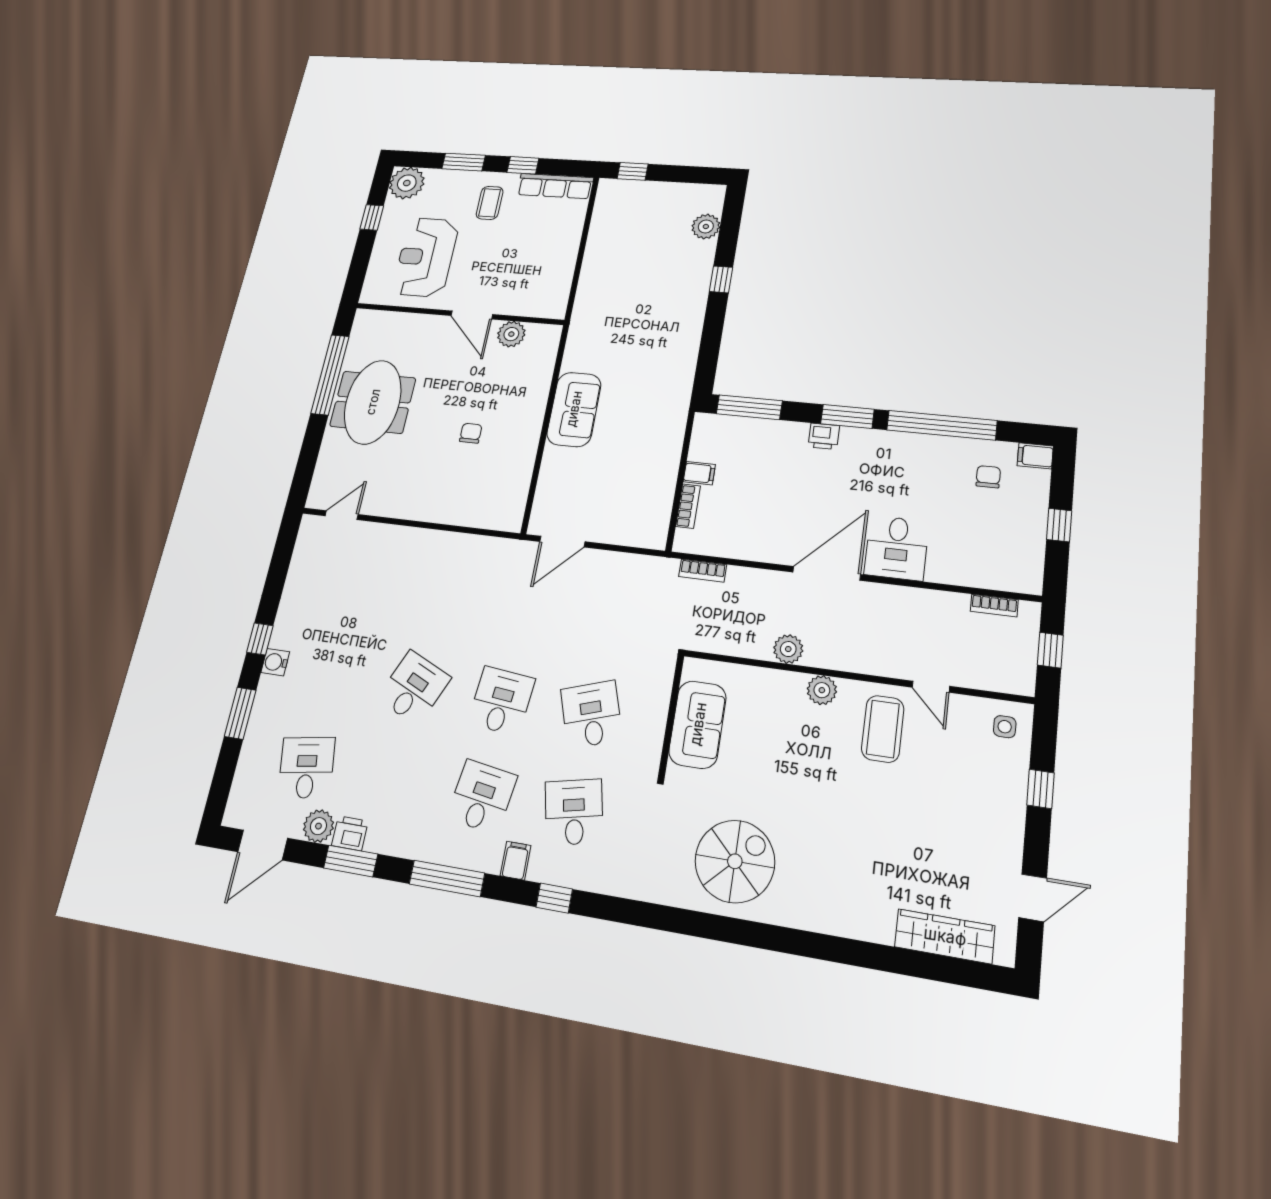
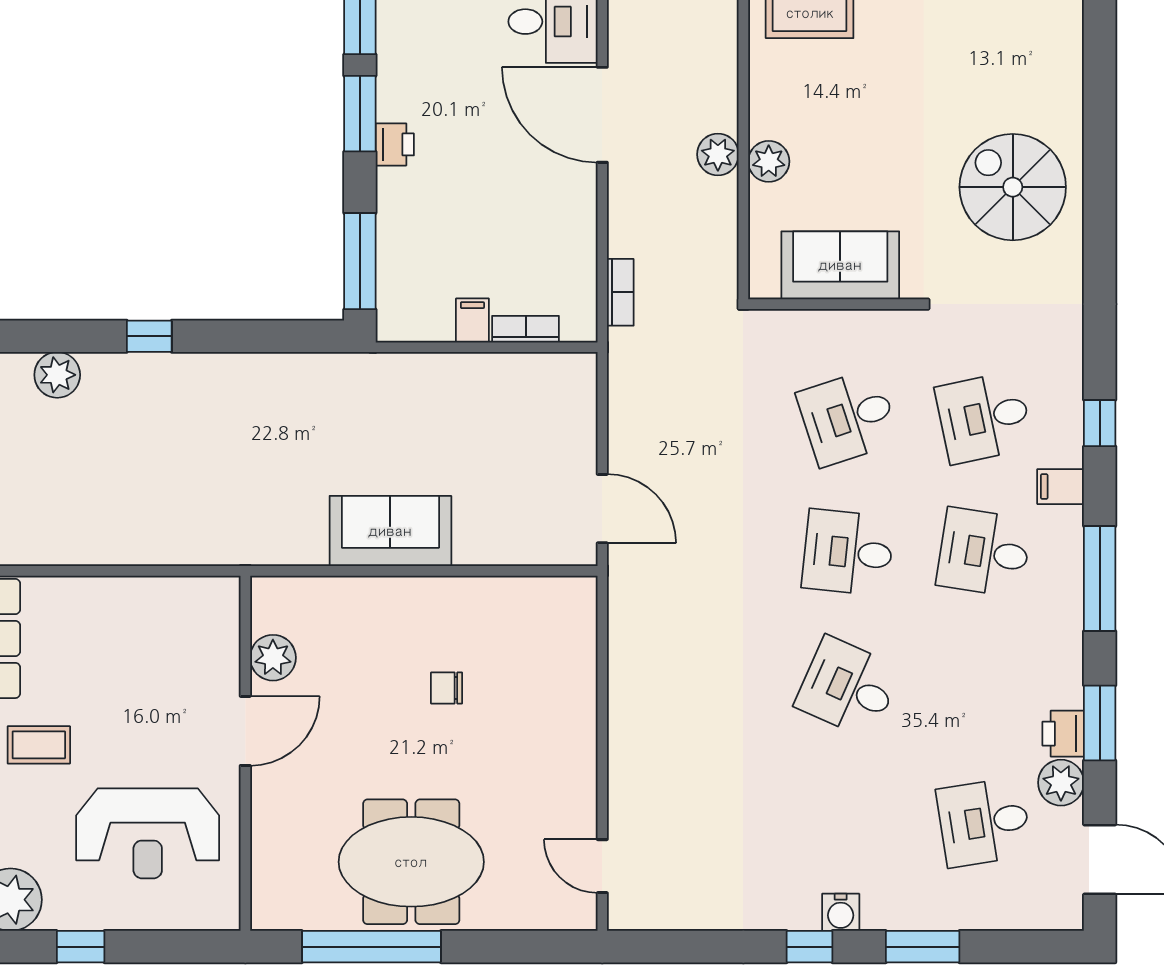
plant: (822, 690) -> (769, 161), moved

